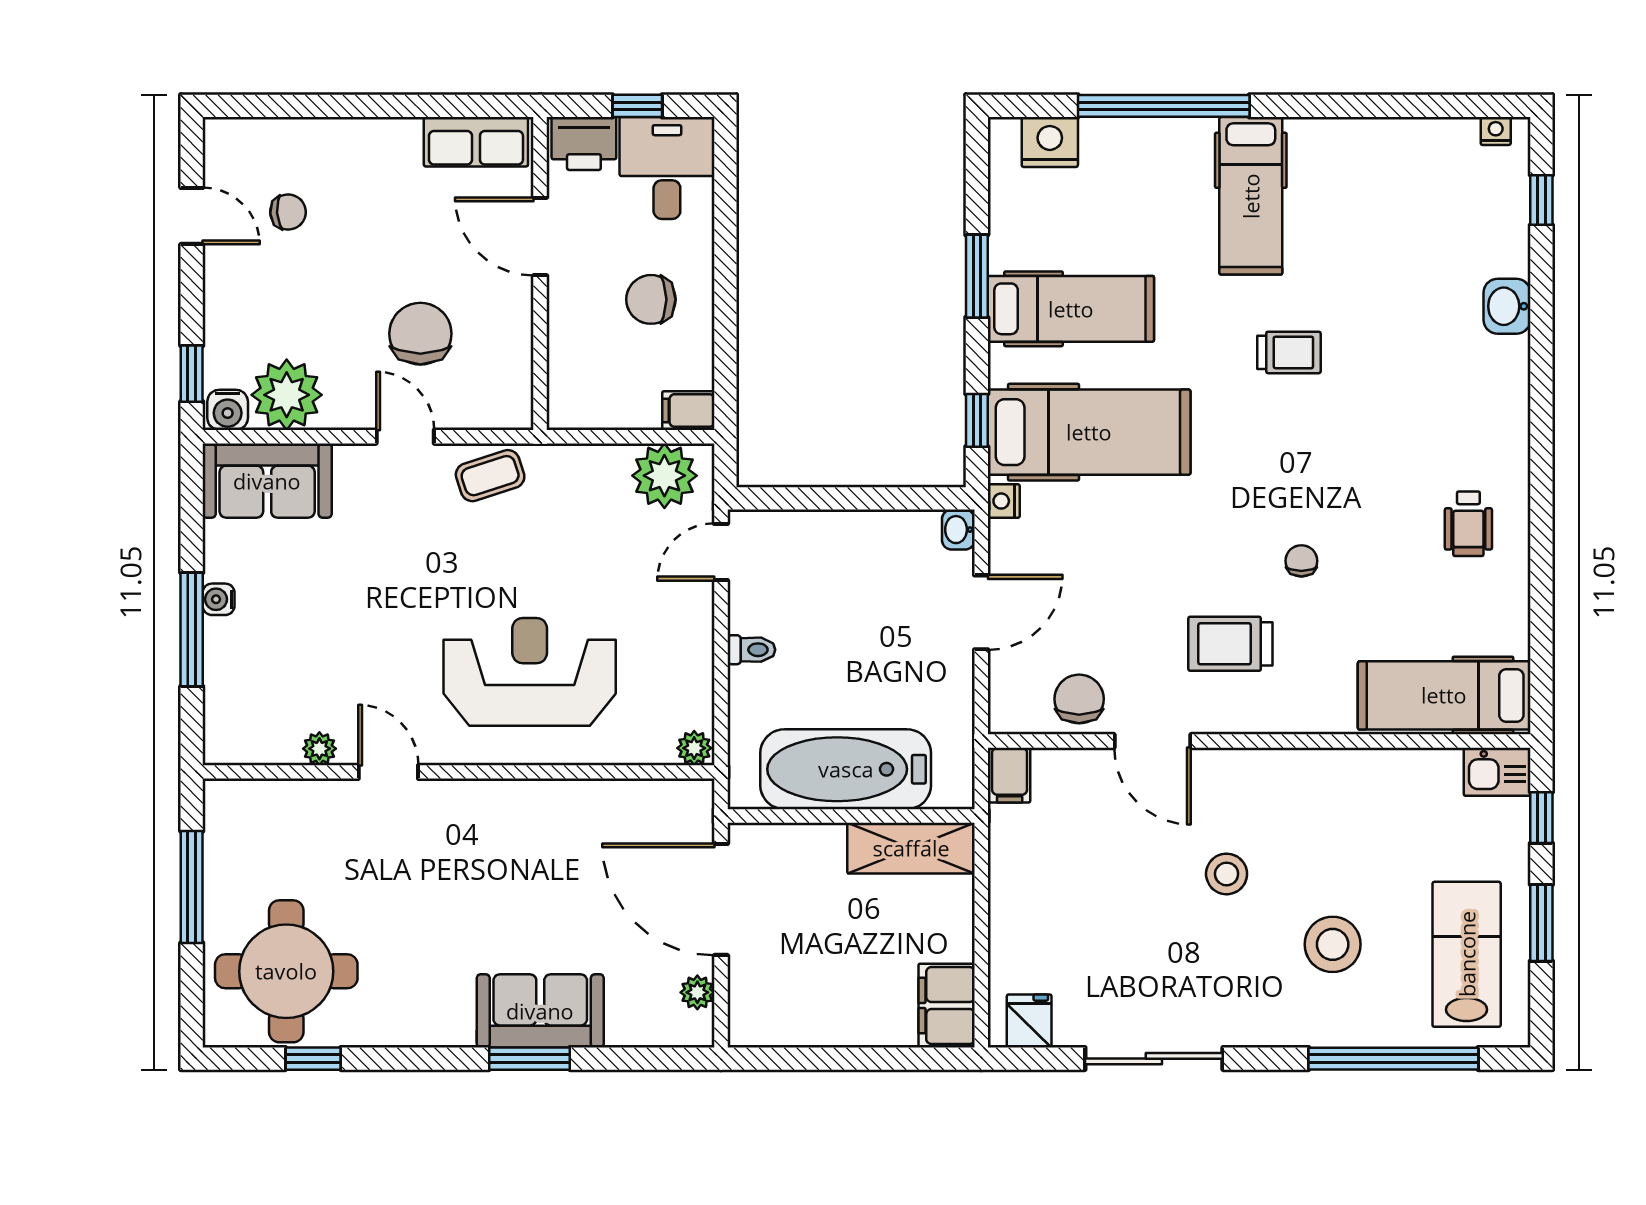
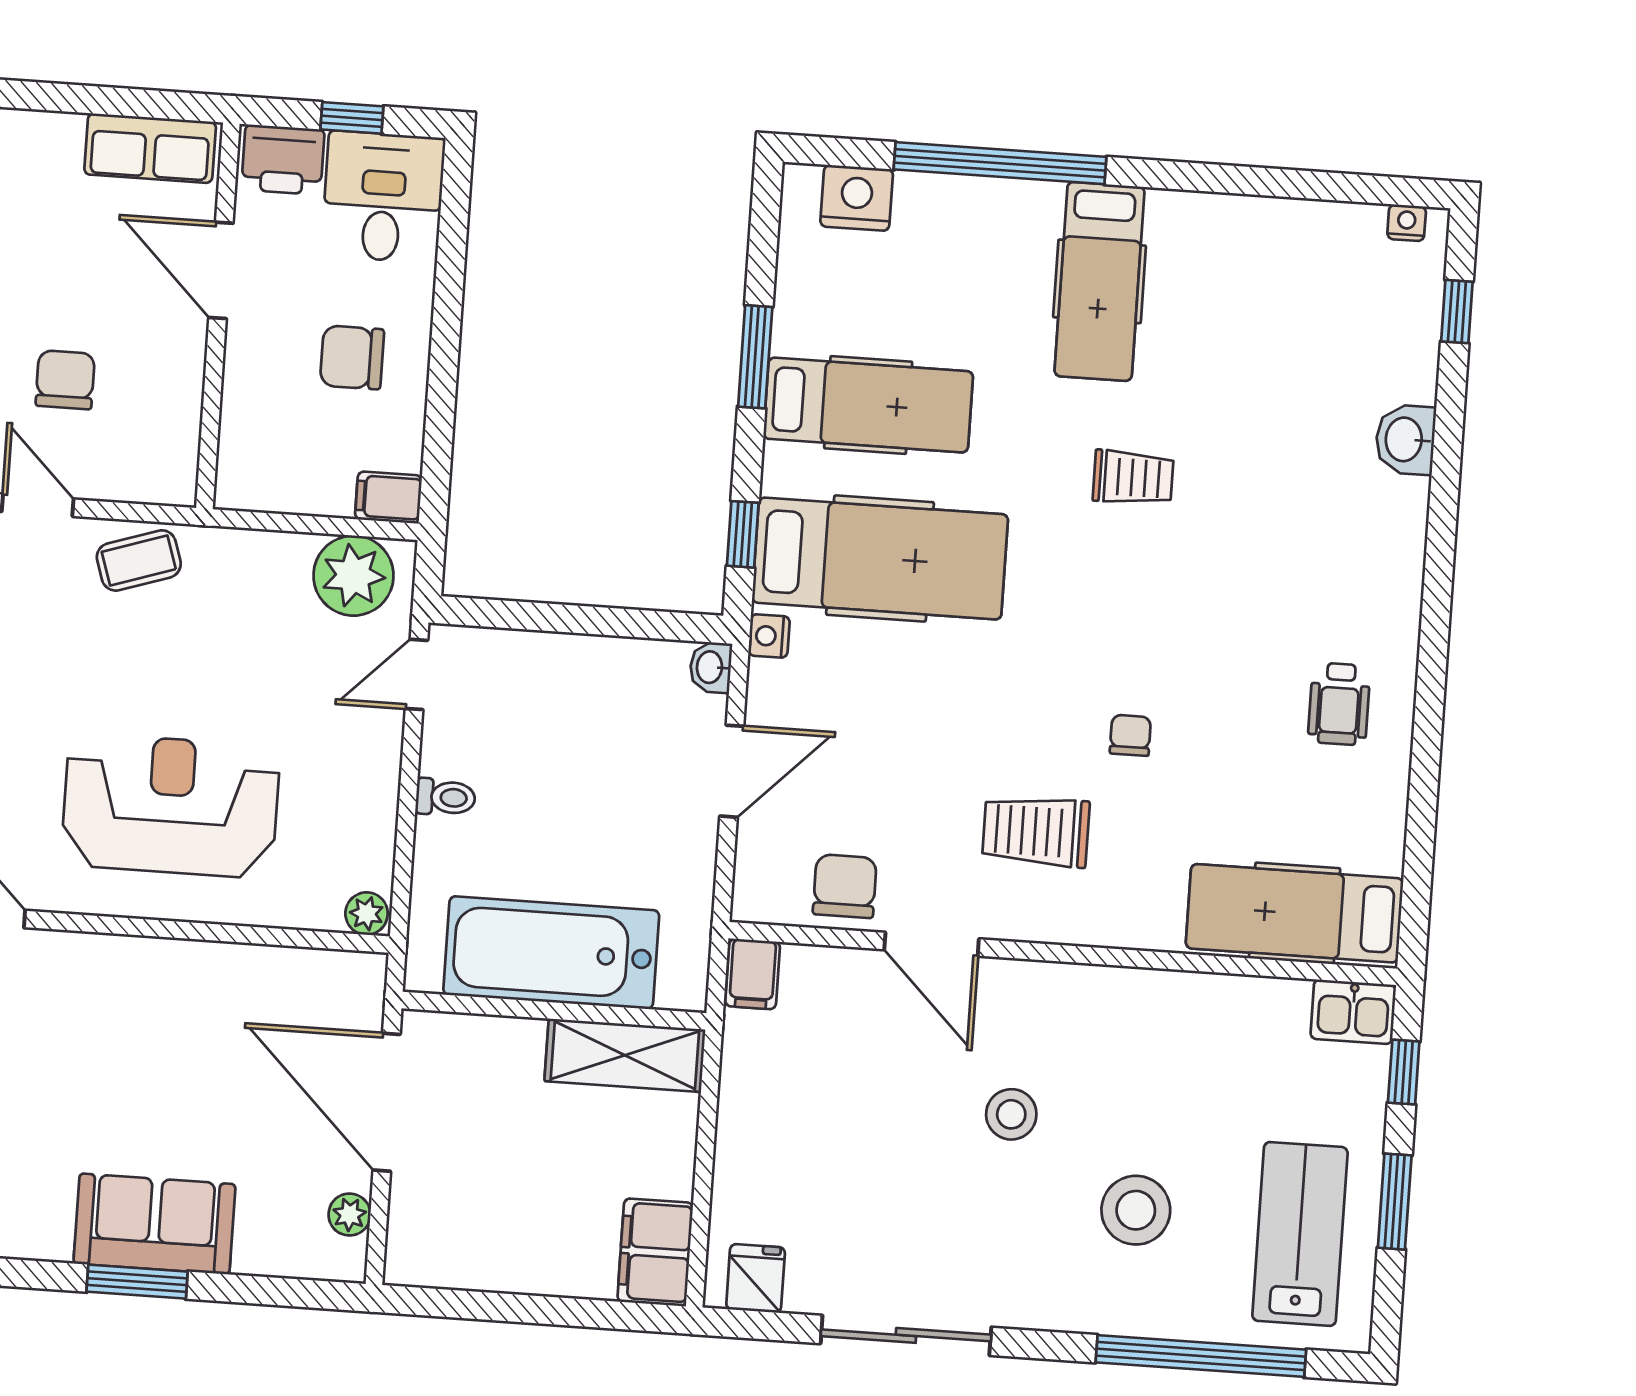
chair: (420, 334) -> (65, 380), width x0.73, depth x0.73

